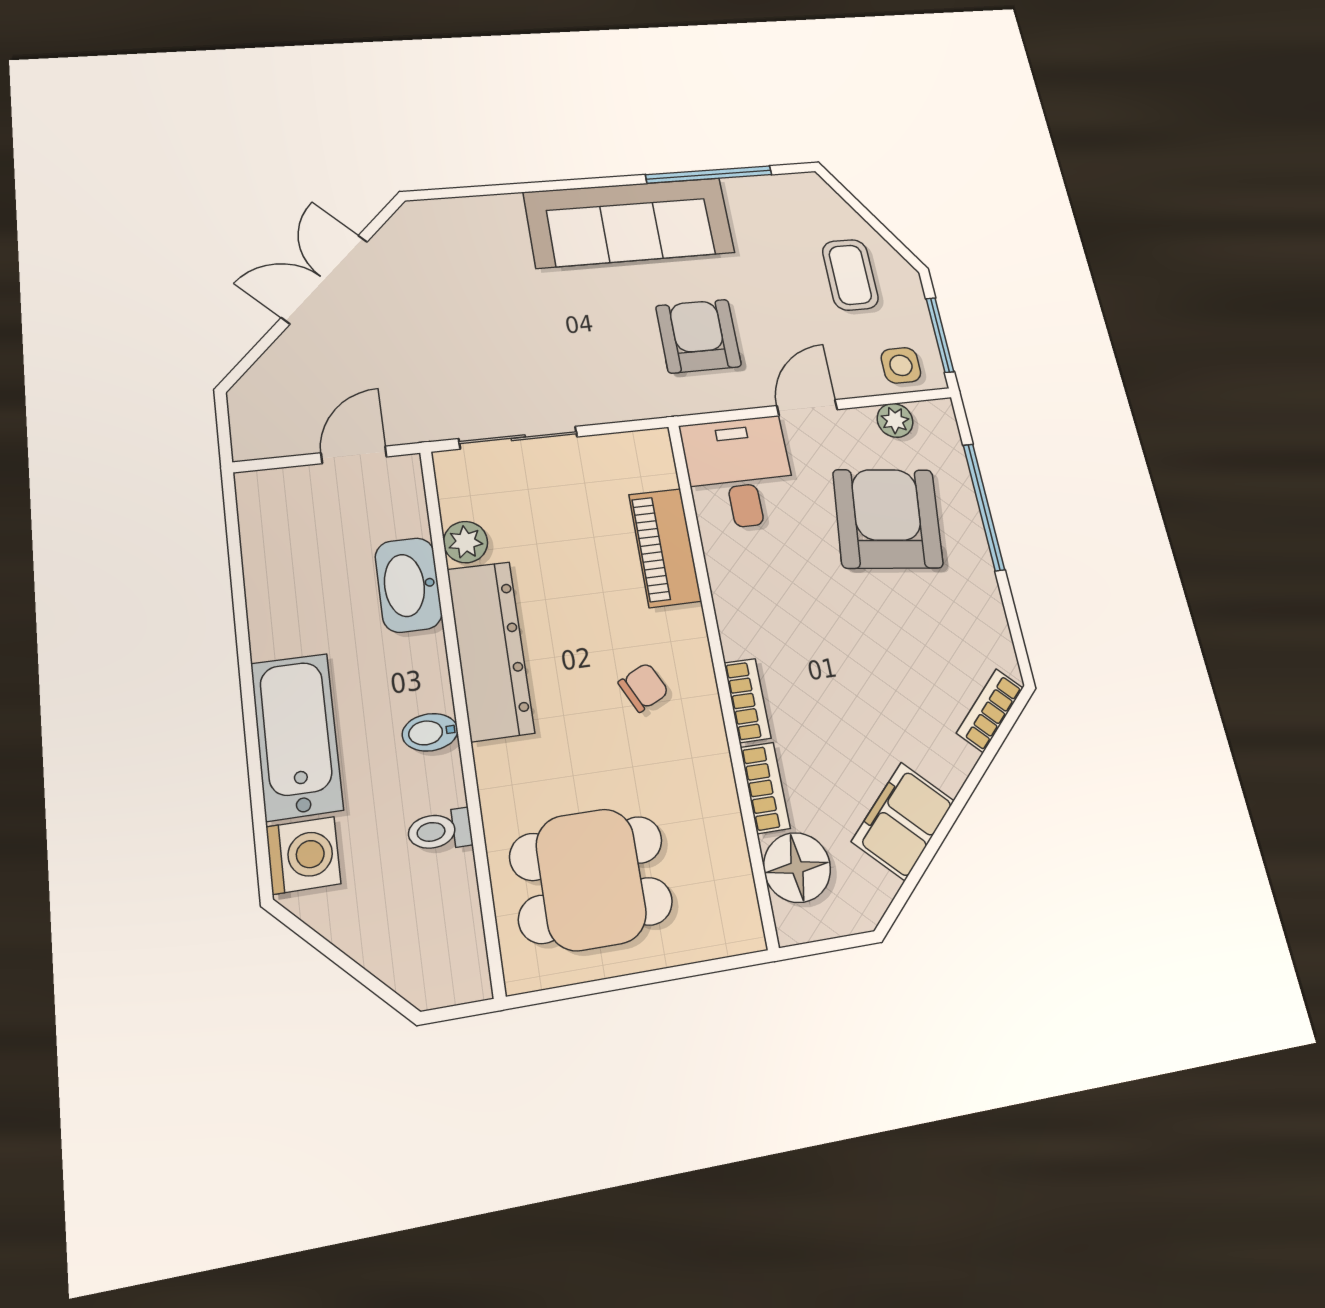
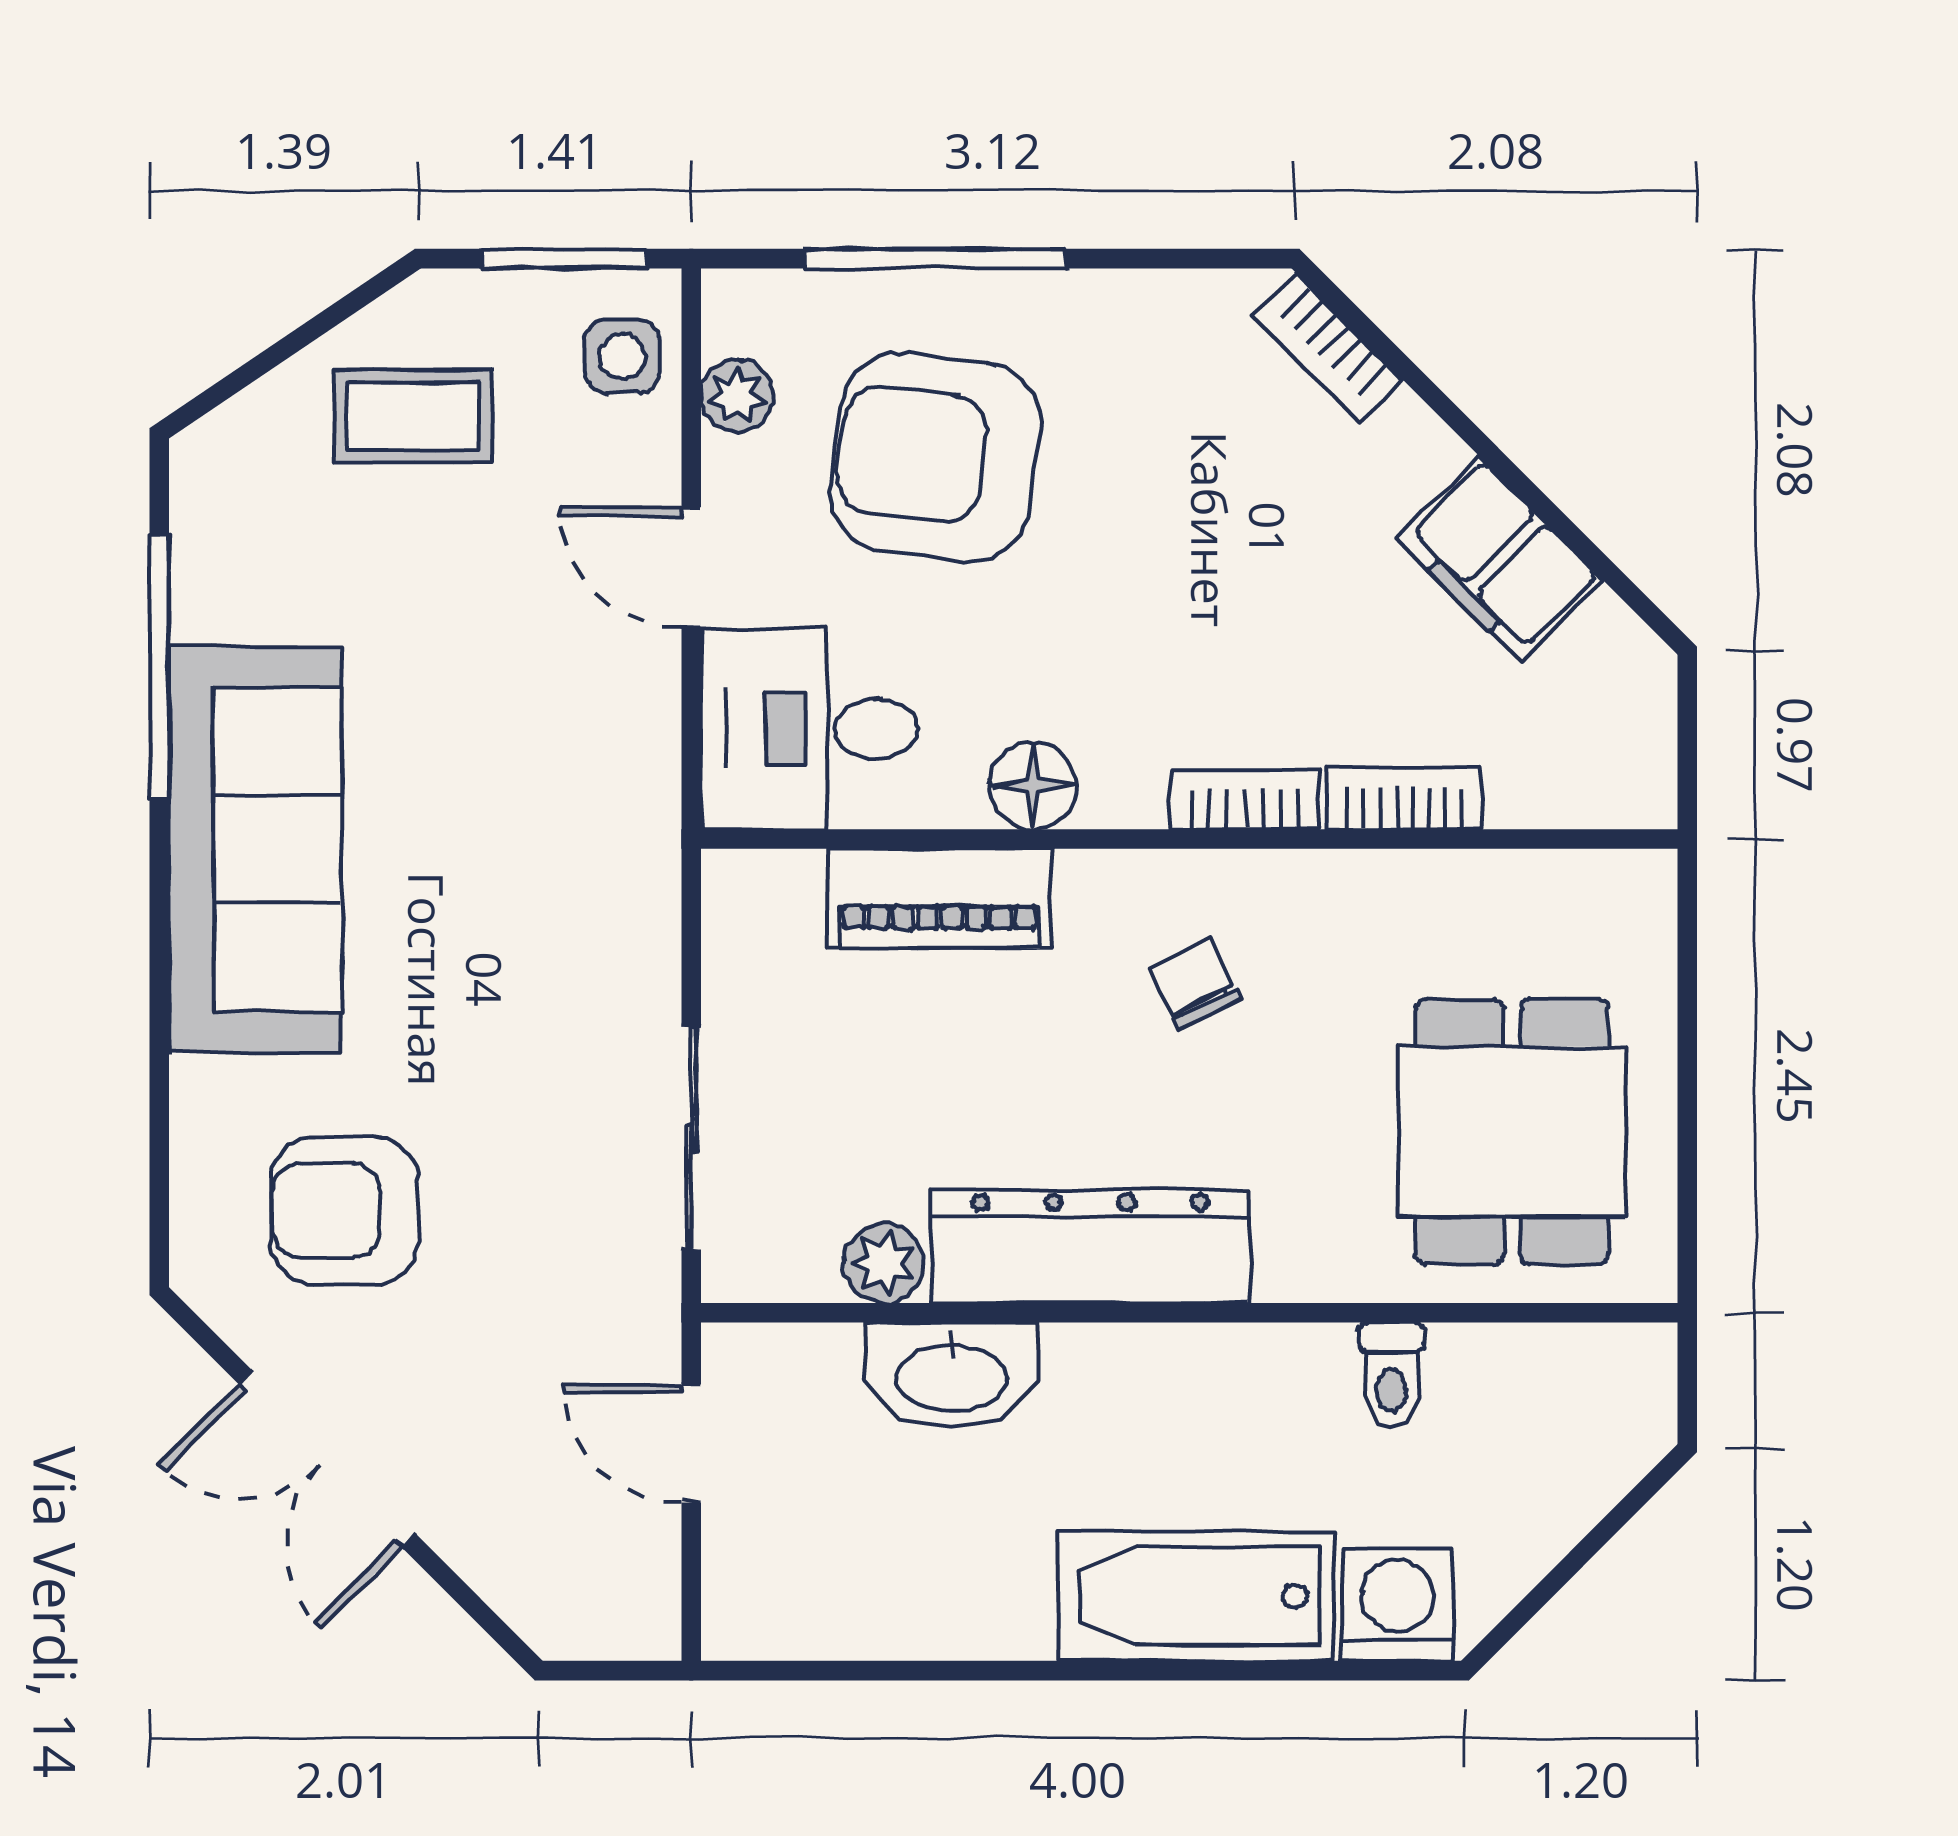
armchair: (698, 336) -> (344, 1211), moved
bidet: (430, 732) -> (1221, 1371), removed
floor lamp: (797, 867) -> (1033, 786), moved, width x0.73, depth x0.73

